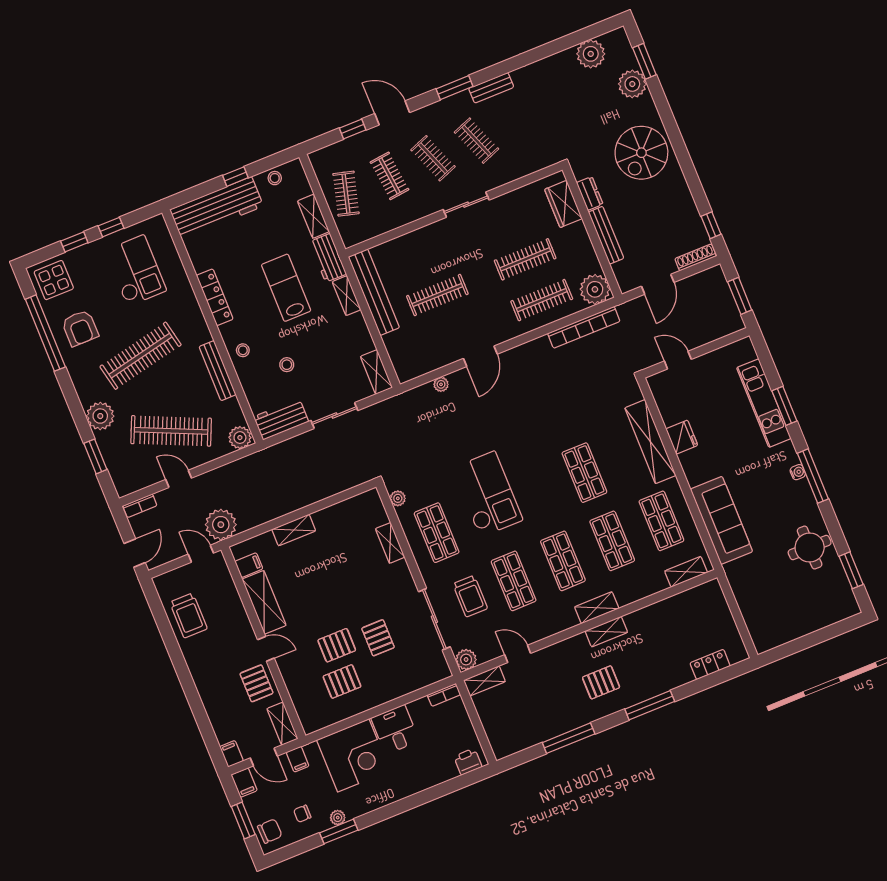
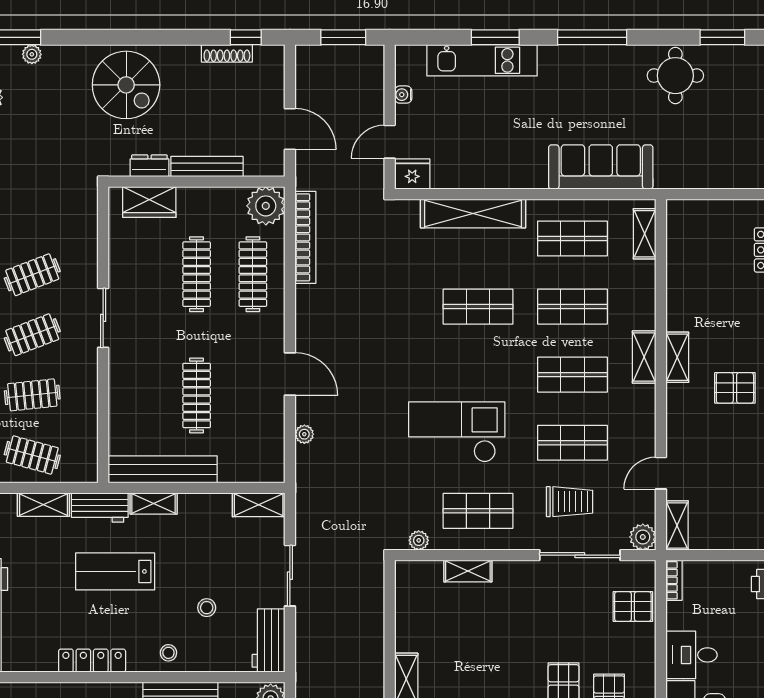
plant: (632, 84) -> (32, 54), width x0.53, depth x0.53
shoe rack: (696, 257) -> (227, 53), moved, turned -90
fridge: (682, 437) -> (412, 174), moved
water cooler: (798, 472) -> (403, 95), moved, turned -90
pallet: (378, 638) -> (633, 607), moved
pallet: (601, 682) -> (735, 388), turned 90

